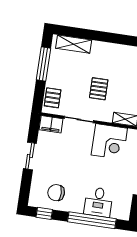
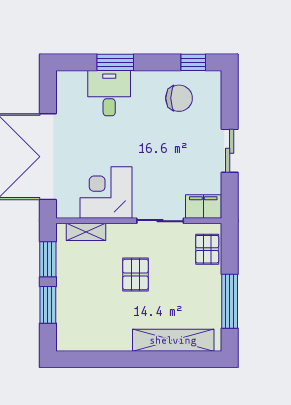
shelving: (74, 44) -> (173, 340), width x1.47
window: (92, 220) -> (115, 62), width x0.47

